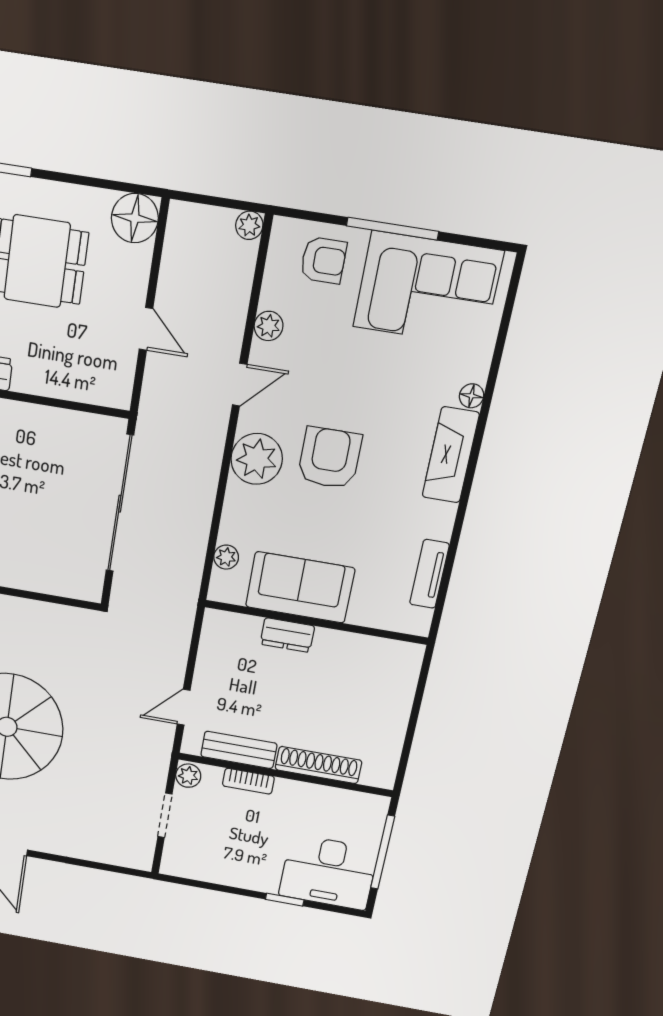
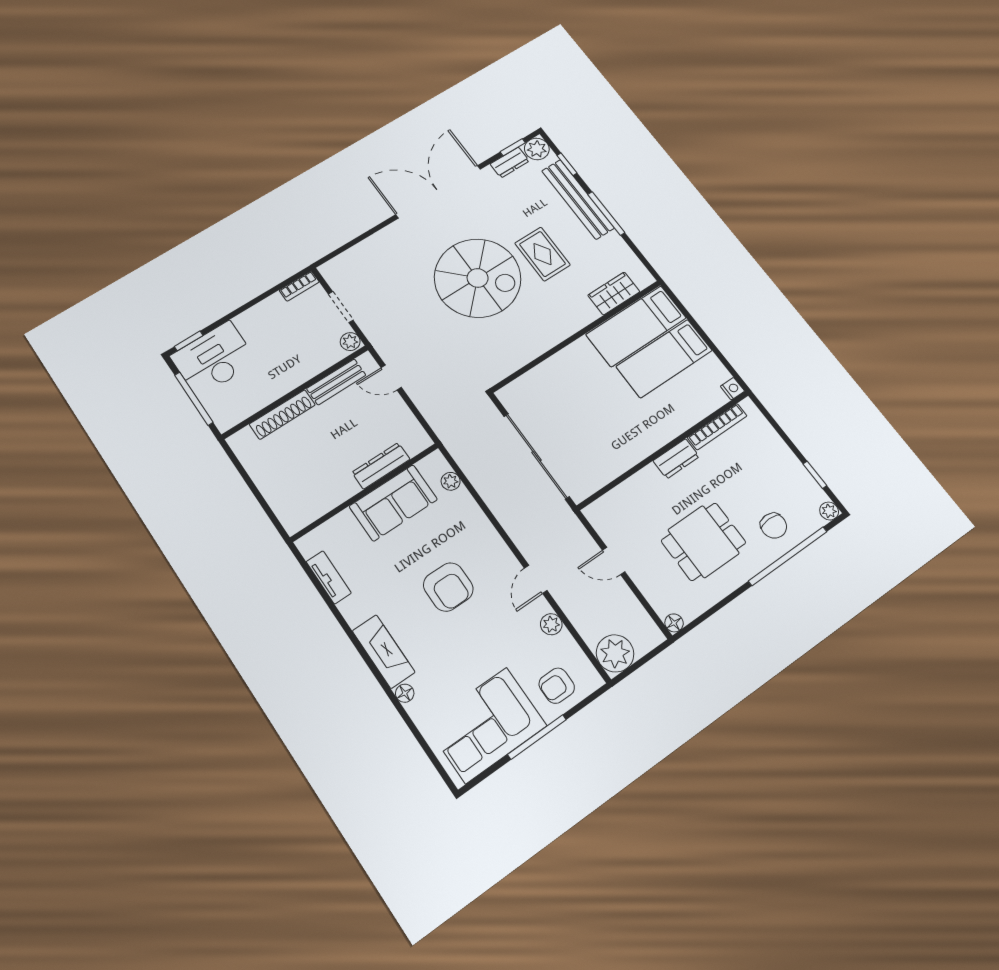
floor lamp: (135, 218) -> (674, 623), width x0.53, depth x0.53
plant: (249, 225) -> (615, 653), width x1.88, depth x1.88
plant: (257, 459) -> (487, 549), removed
dresser: (287, 635) -> (381, 466), width x1.44
door: (184, 707) -> (391, 378), swing flipped
bookcase: (248, 781) -> (299, 286), moved, turned 180
window: (285, 900) -> (189, 341), moved

